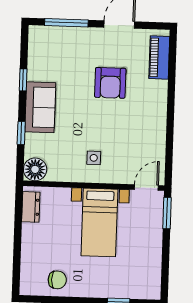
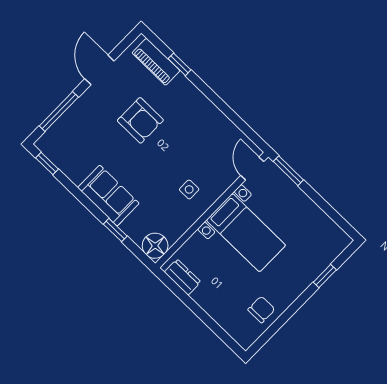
window: (172, 75) -> (179, 64), added
window: (23, 80) -> (47, 163), moved

